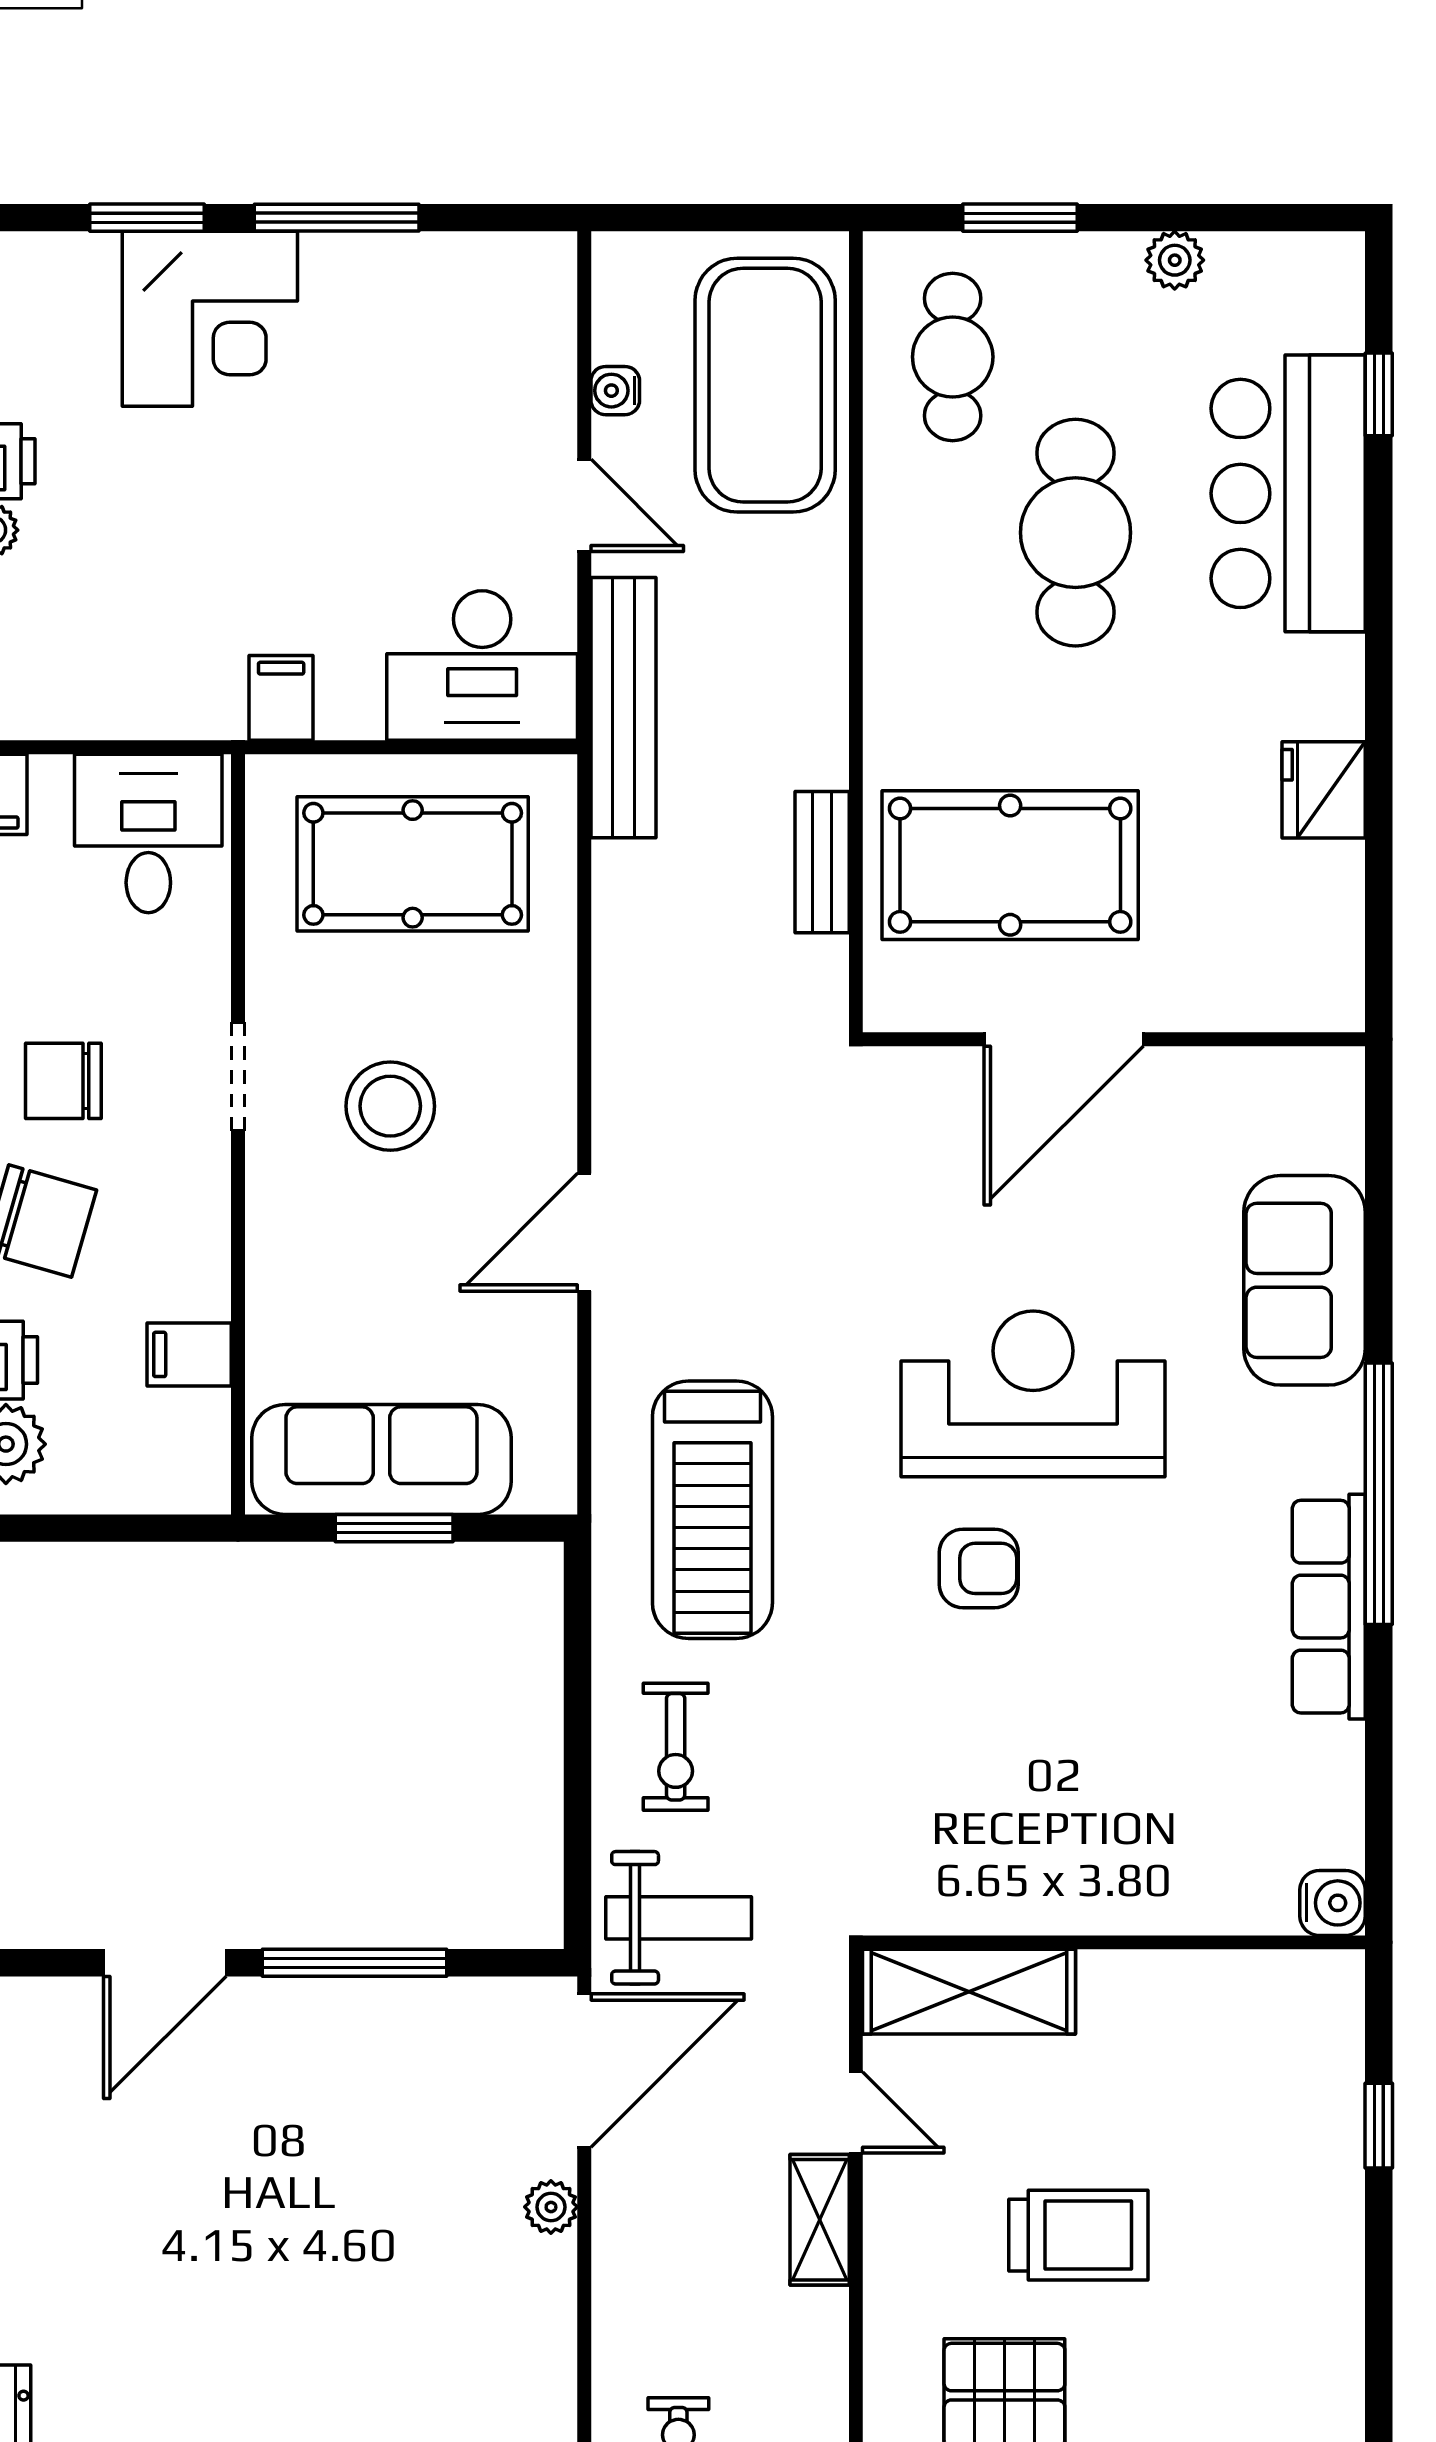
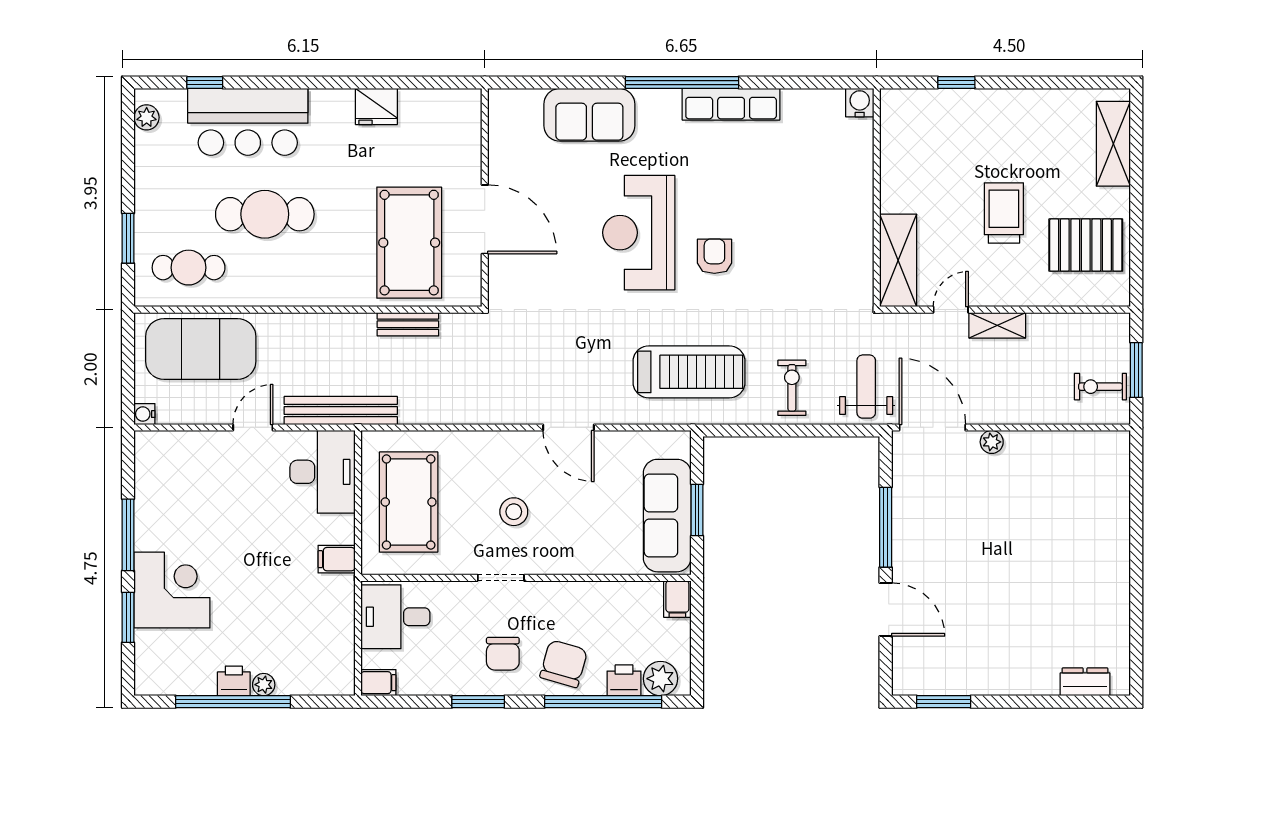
plant: (1175, 260) -> (147, 117), moved
water cooler: (615, 391) -> (144, 414), moved, turned 90
stool: (390, 1106) -> (514, 512), width x0.73, depth x0.73
filing cabinet: (189, 1354) -> (677, 599), moved
exercise bike: (676, 1747) -> (792, 388), turned -90

